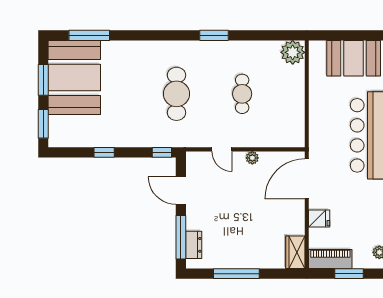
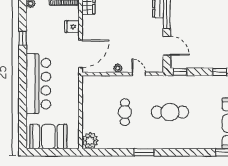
cafe table: (176, 94) -> (170, 112), turned 90

